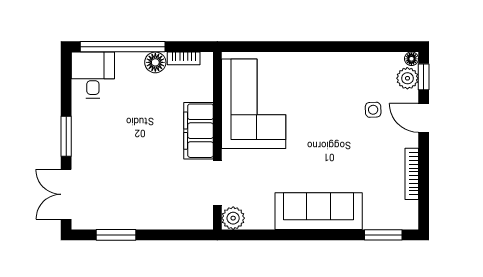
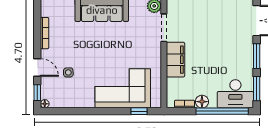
window: (258, 47) -> (139, 111), added
desk: (93, 75) -> (235, 94), width x1.37
plant: (407, 78) -> (47, 92), removed
window: (66, 83) -> (257, 89), added
corner sofa: (254, 104) -> (123, 88), moved, turned 90

